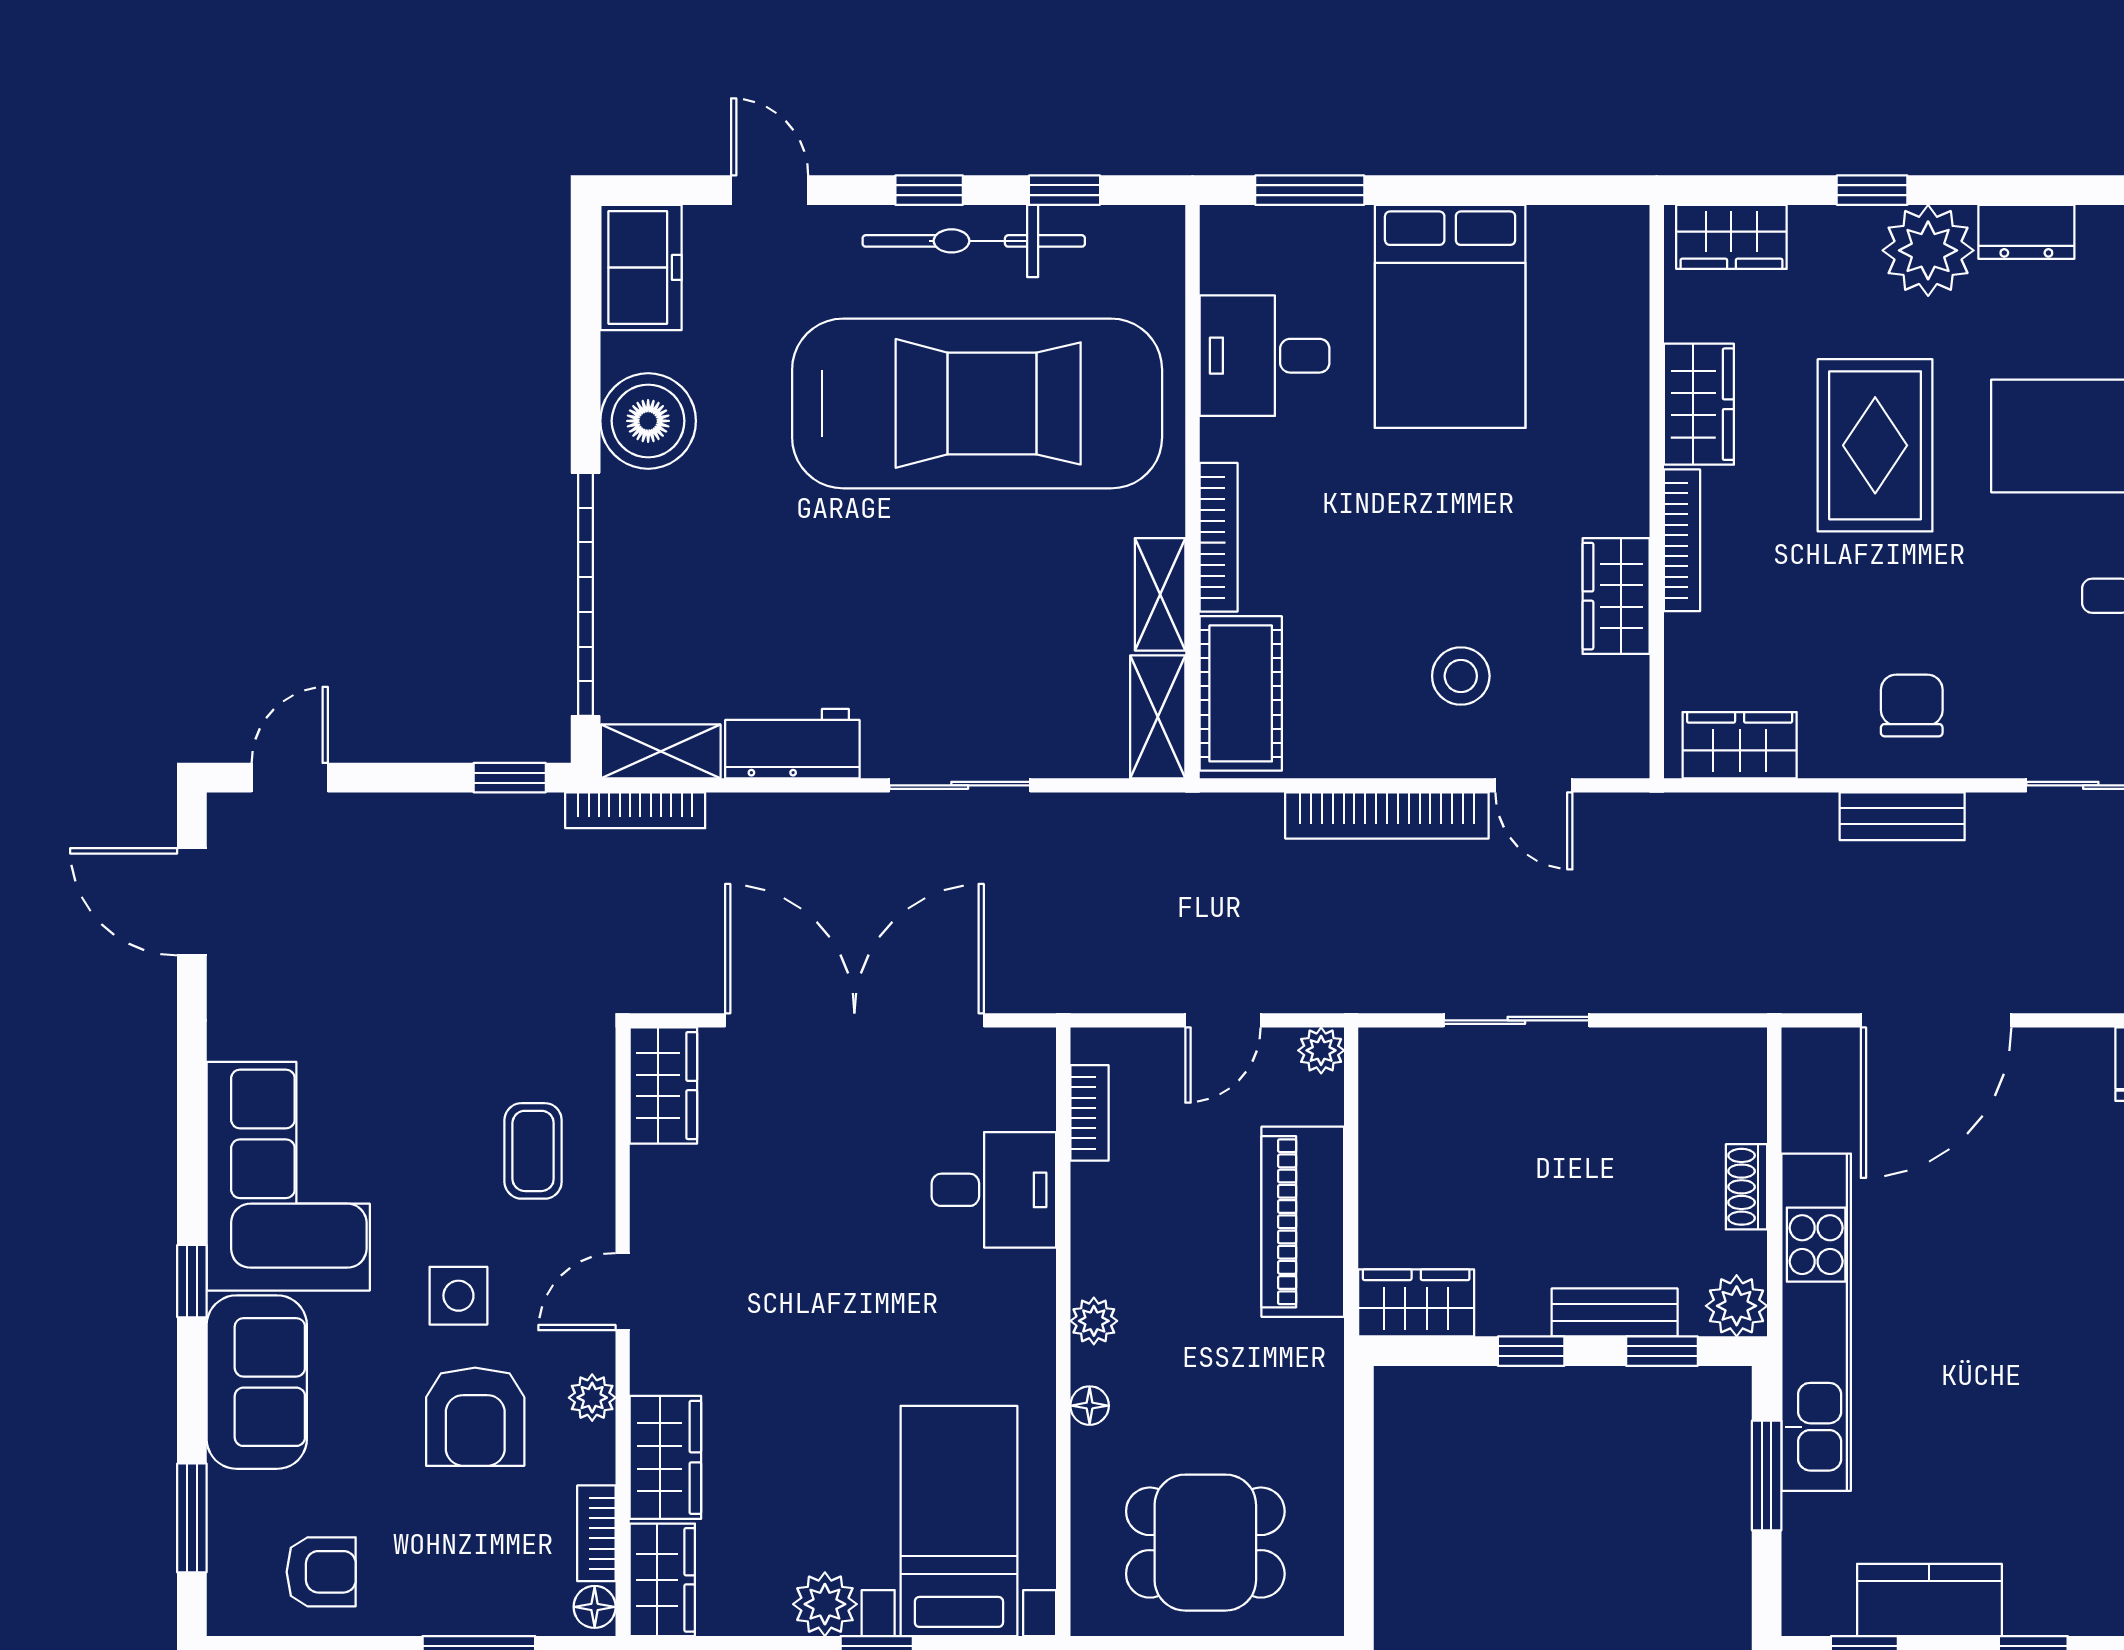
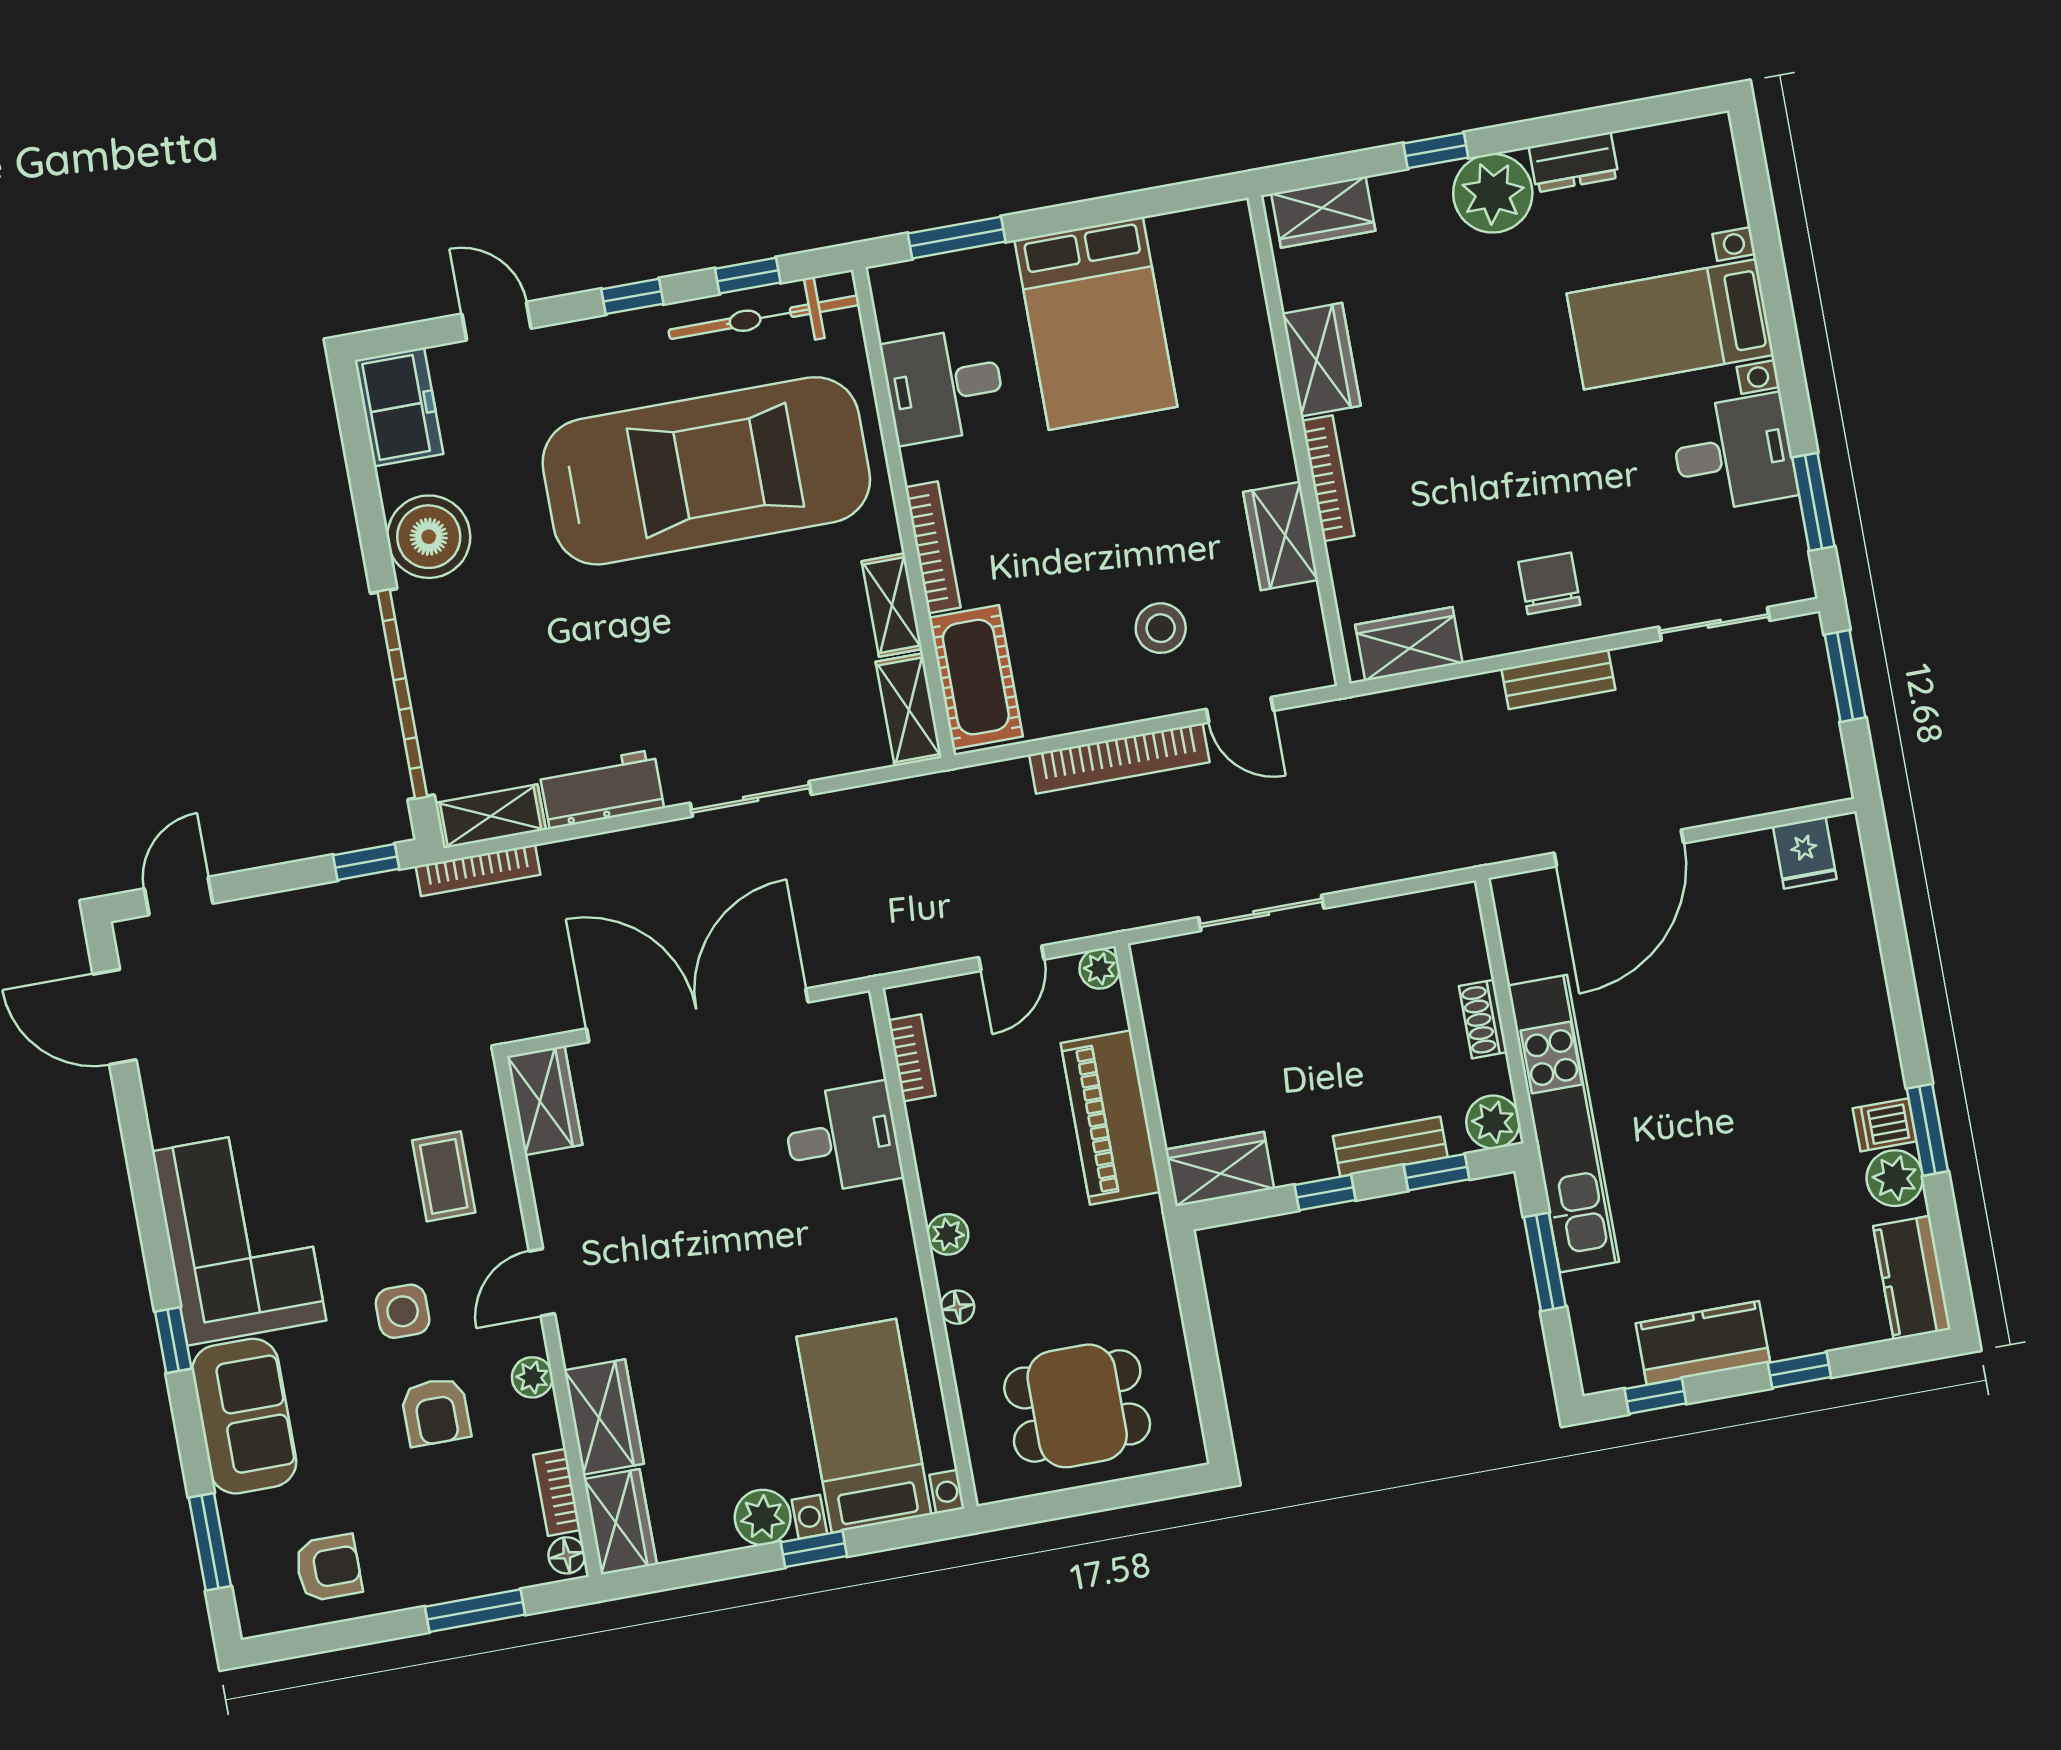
bicycle: (974, 241) -> (764, 317), moved
rug: (1875, 445) -> (1478, 367), removed
armchair: (475, 1417) -> (436, 1412), width x0.72, depth x0.72

